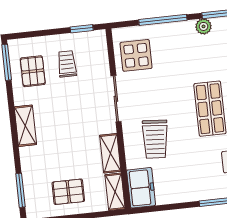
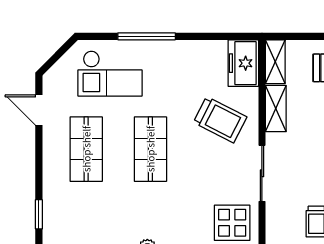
trolley: (155, 139) -> (220, 120), turned 113

